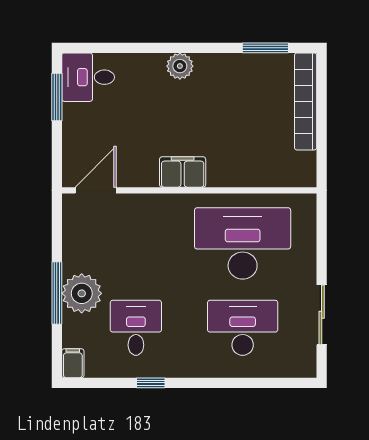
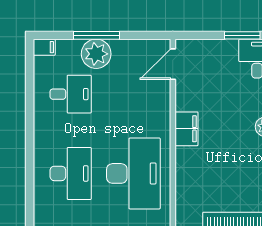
door: (96, 190) -> (173, 64), swing flipped
window: (151, 383) -> (30, 105), removed

